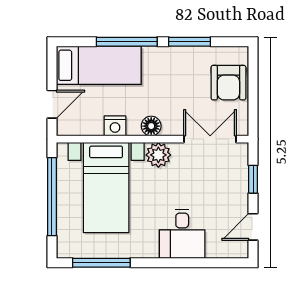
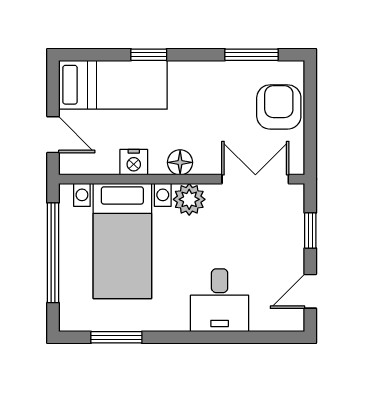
window: (127, 42) -> (149, 55), width x0.46
window: (190, 42) -> (252, 55), moved
armchair: (228, 83) -> (279, 107), turned 180
door: (52, 104) -> (53, 135), hinge flipped
window: (101, 263) -> (116, 337), width x0.69

